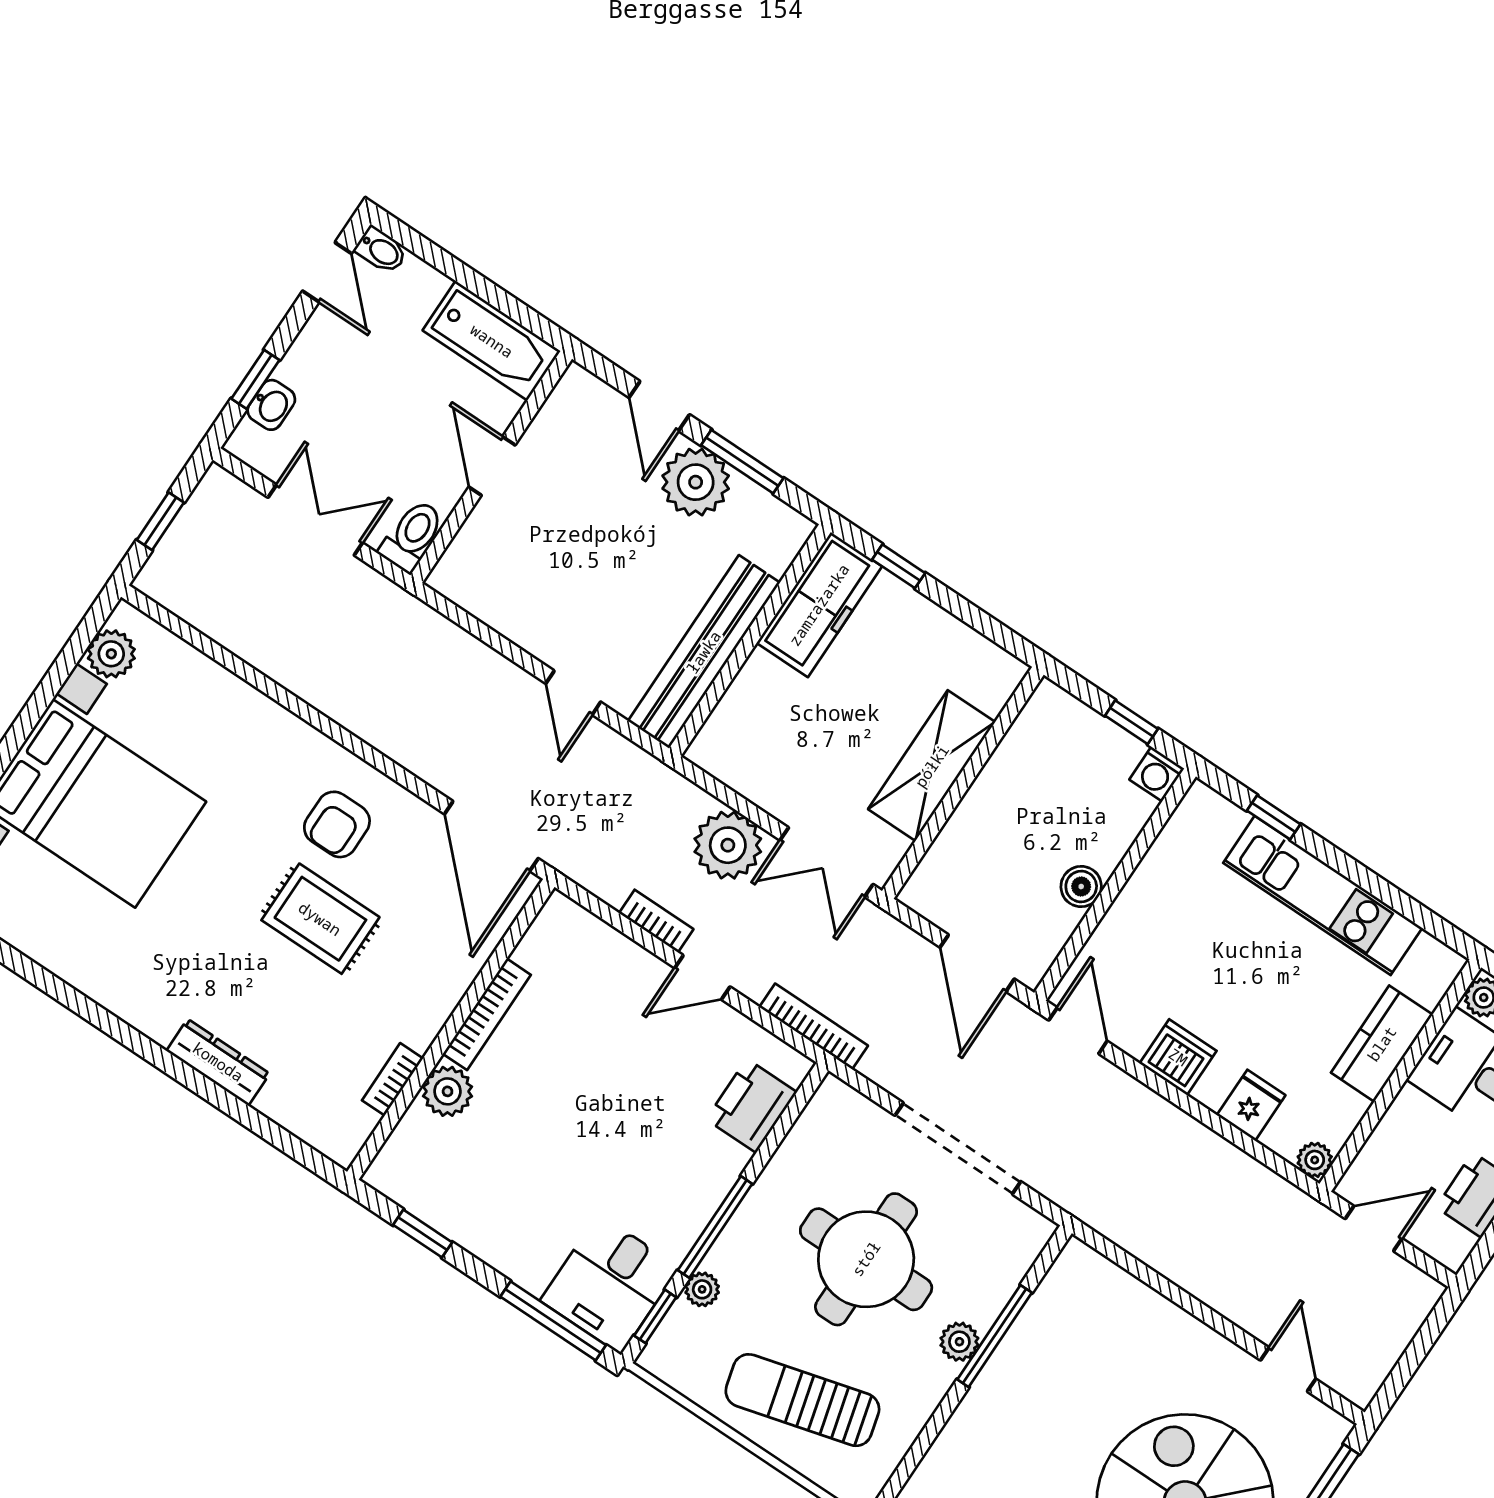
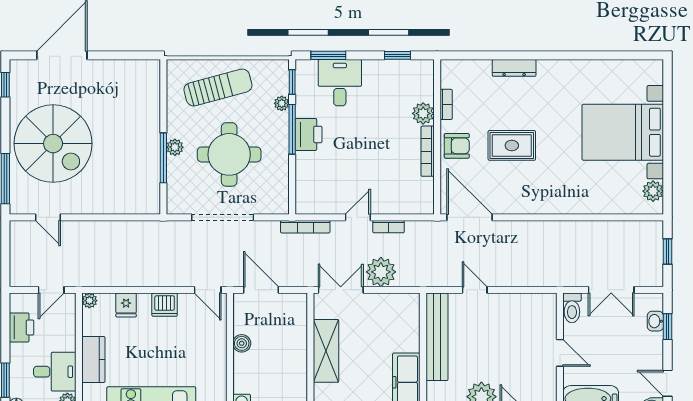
armchair: (337, 824) -> (457, 146), moved, turned 90
printer: (752, 1106) -> (309, 134), moved
desk: (610, 1284) -> (340, 83), moved
window: (553, 1321) -> (328, 55), width x0.69

